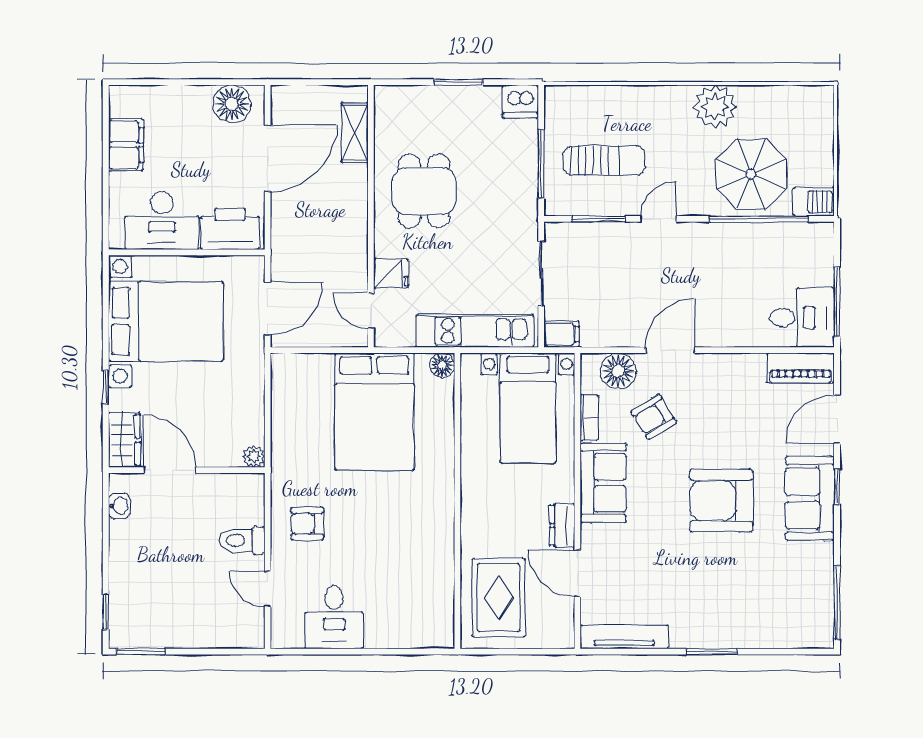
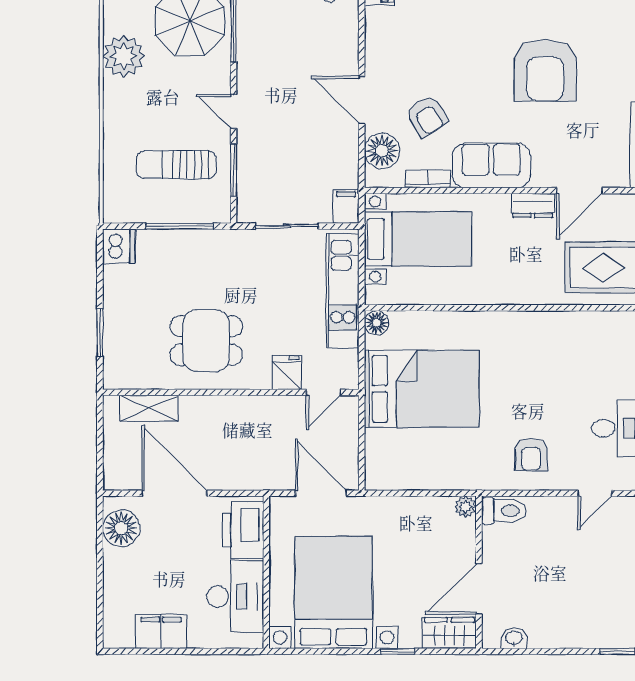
window: (459, 82) -> (100, 333), moved
sun lounger: (604, 161) -> (176, 165), turned -90
armchair: (721, 501) -> (545, 70), moved
toilet: (242, 540) -> (504, 511), moved, turned -90

